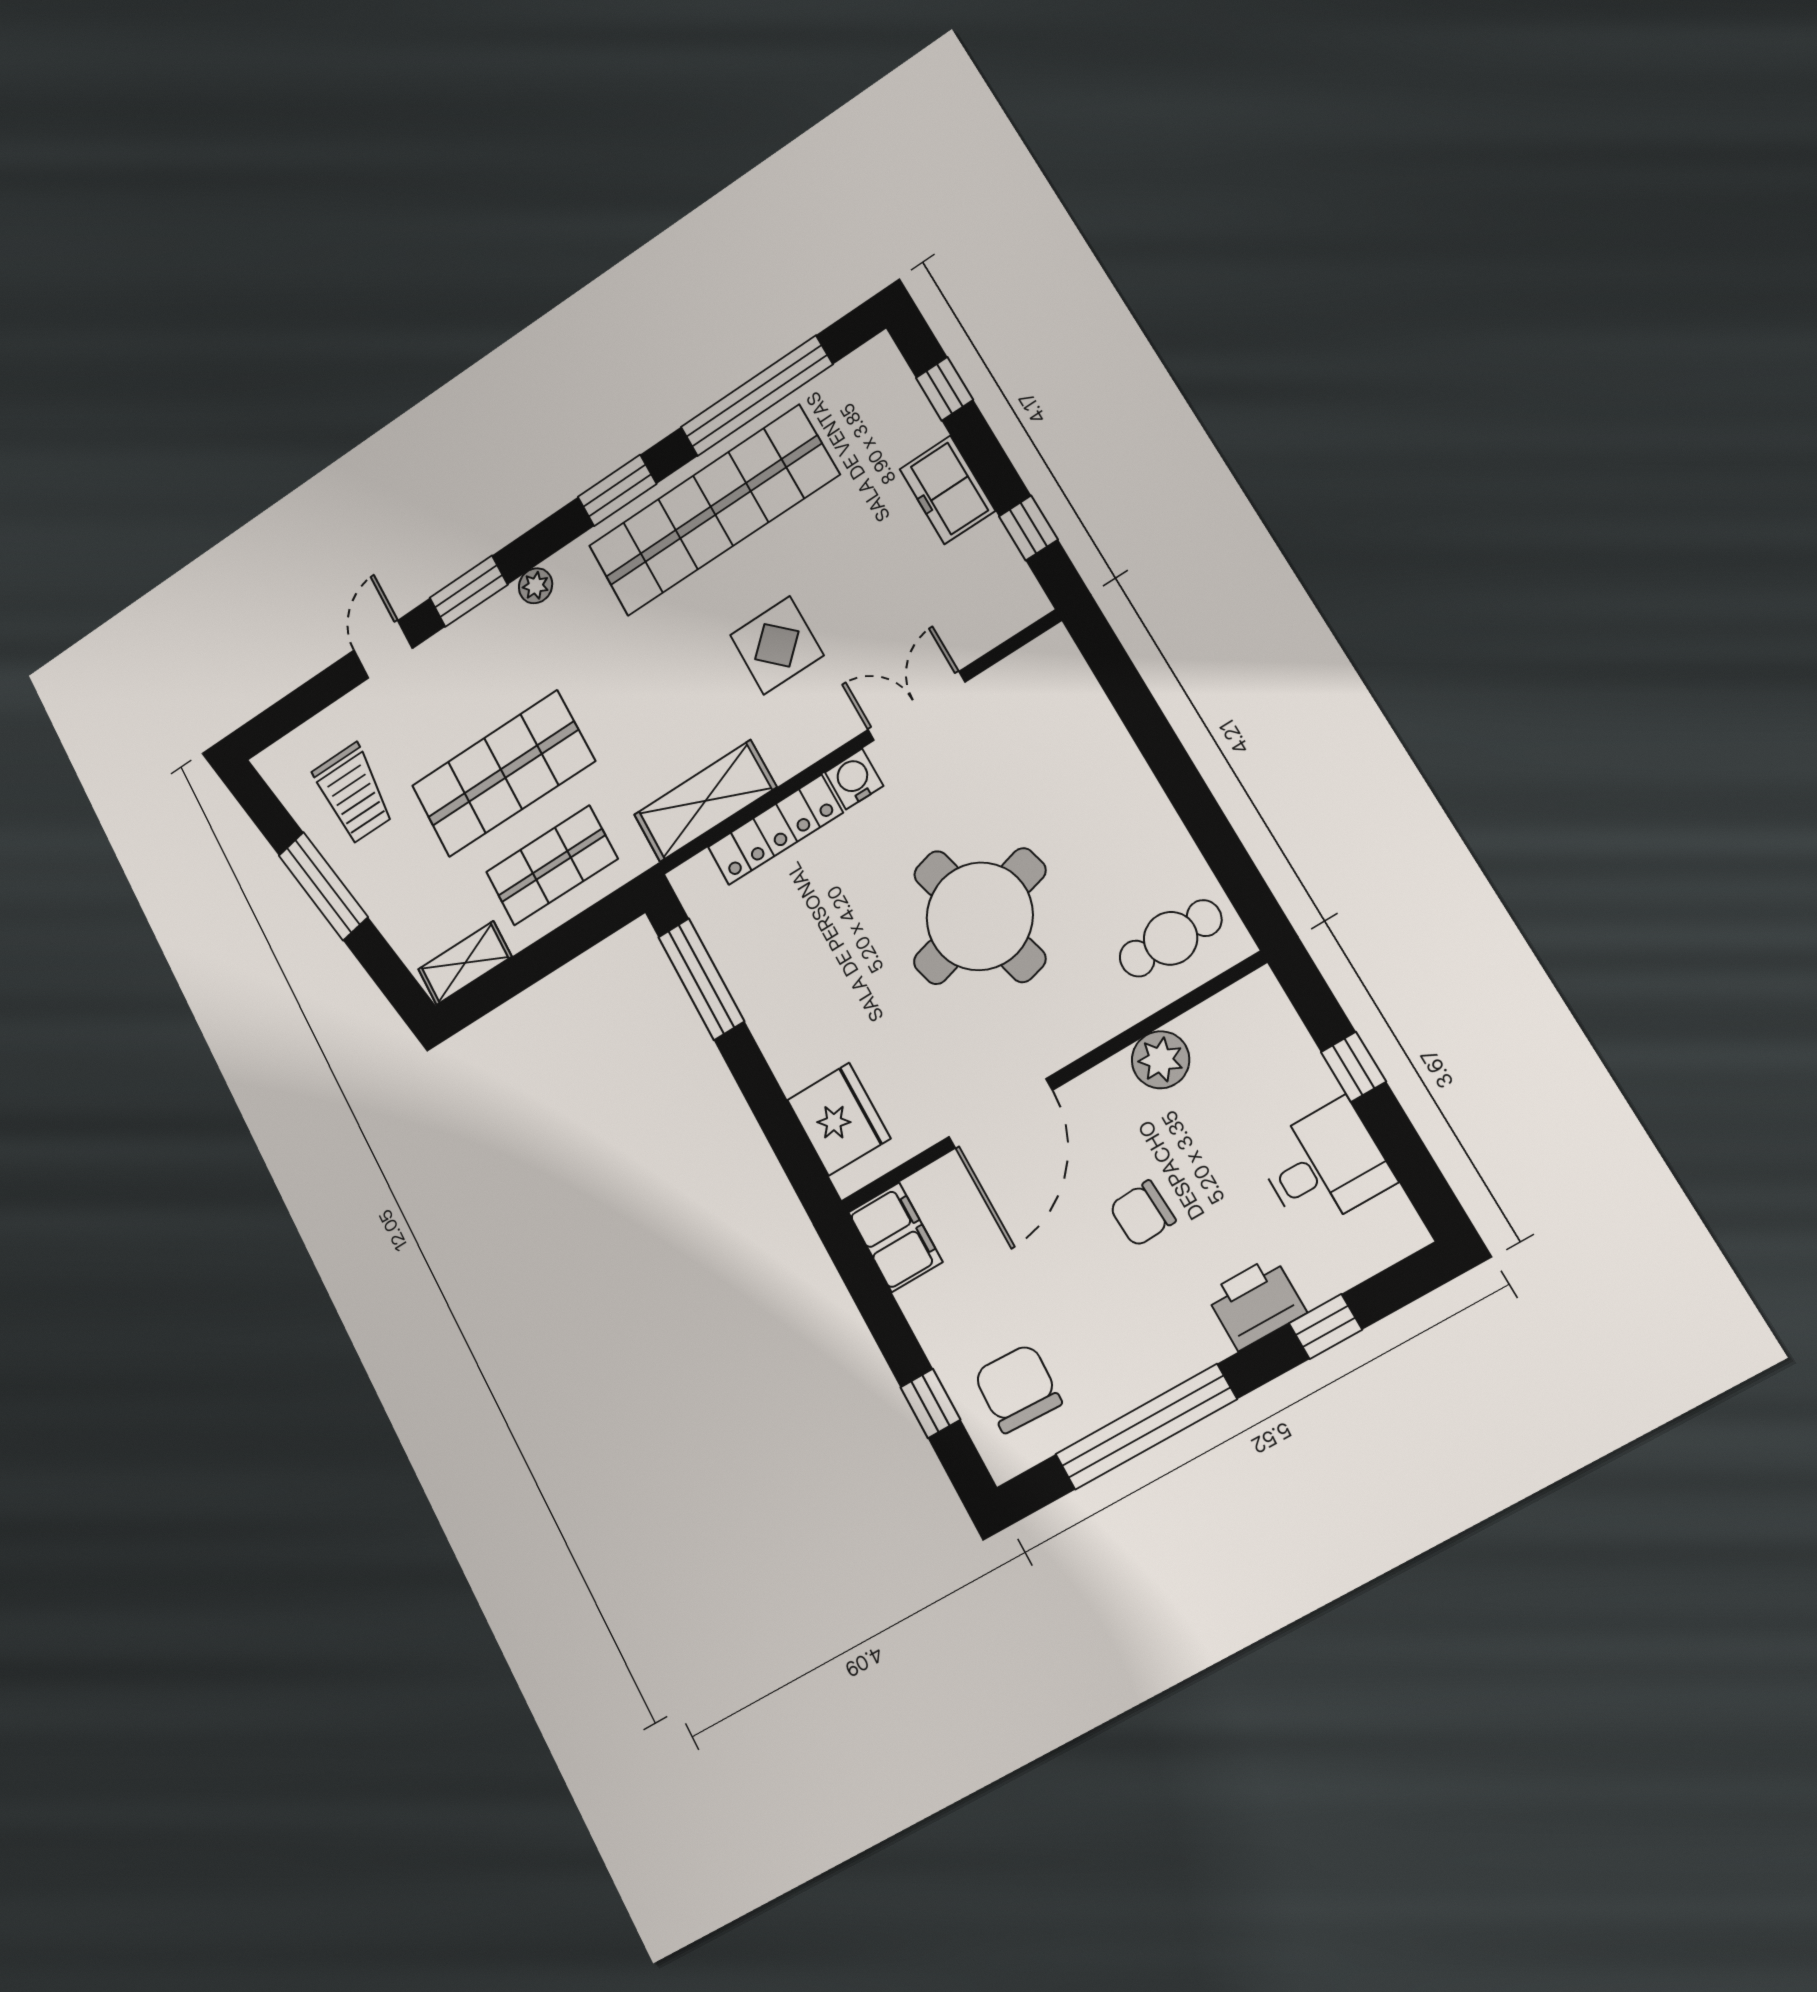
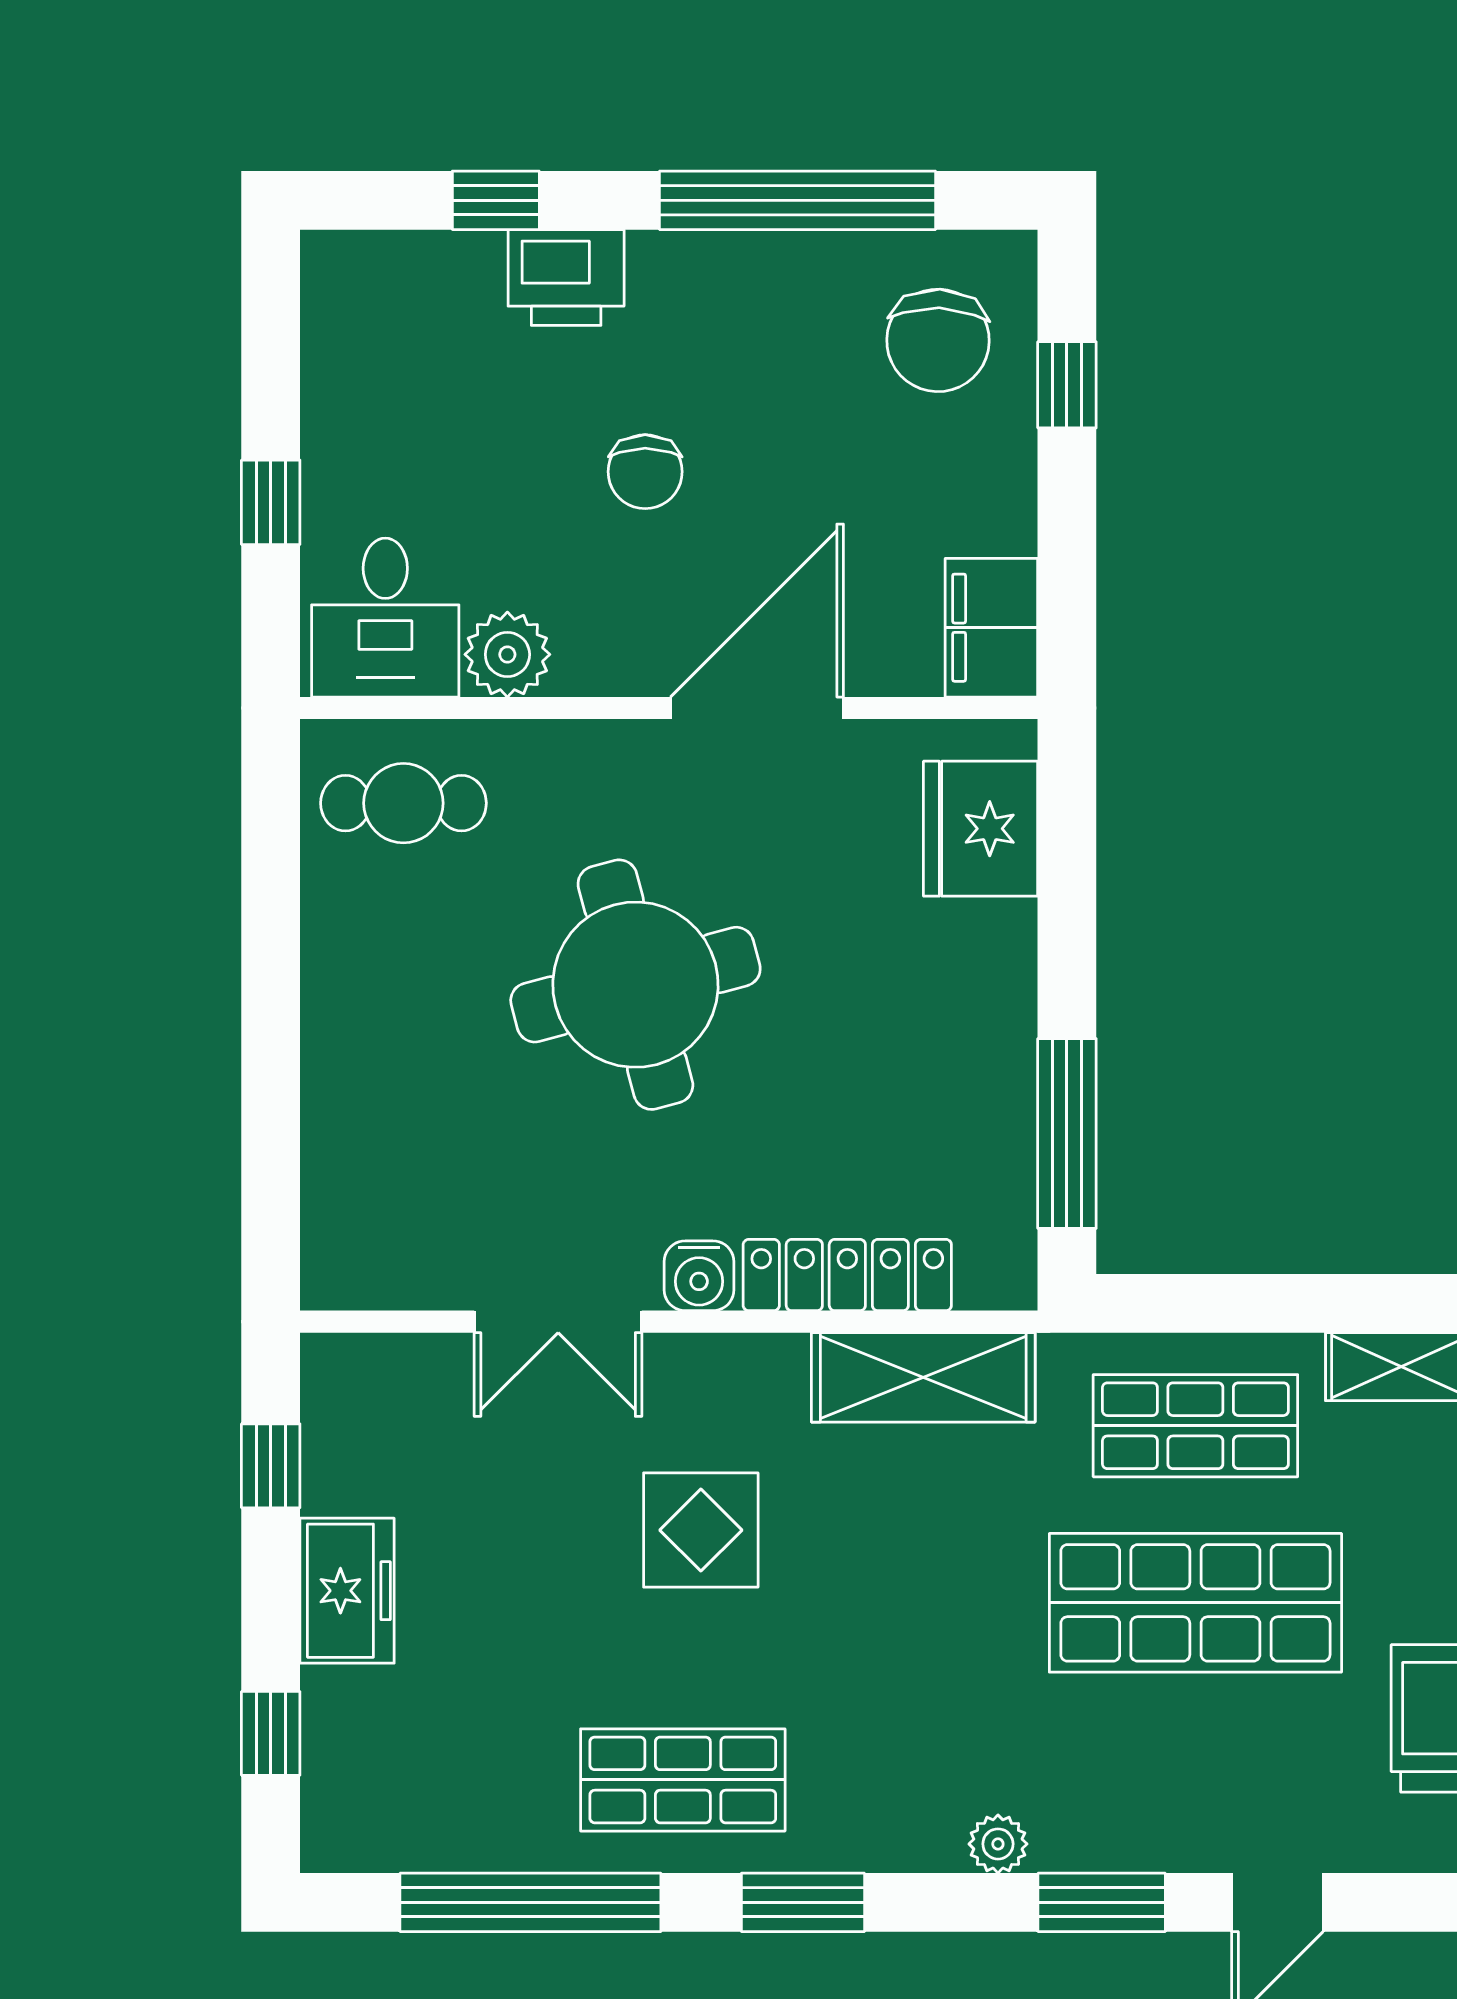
shop shelf: (713, 511) -> (683, 1780), width x0.50, depth x0.74
desk: (1324, 1165) -> (385, 618), moved, turned -90
chair: (1142, 1214) -> (645, 472), turned 93

